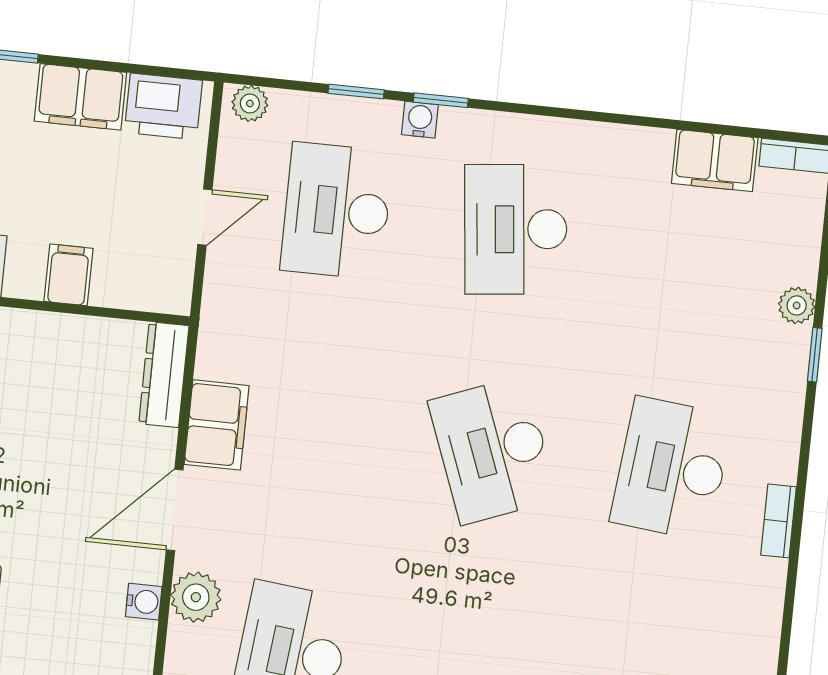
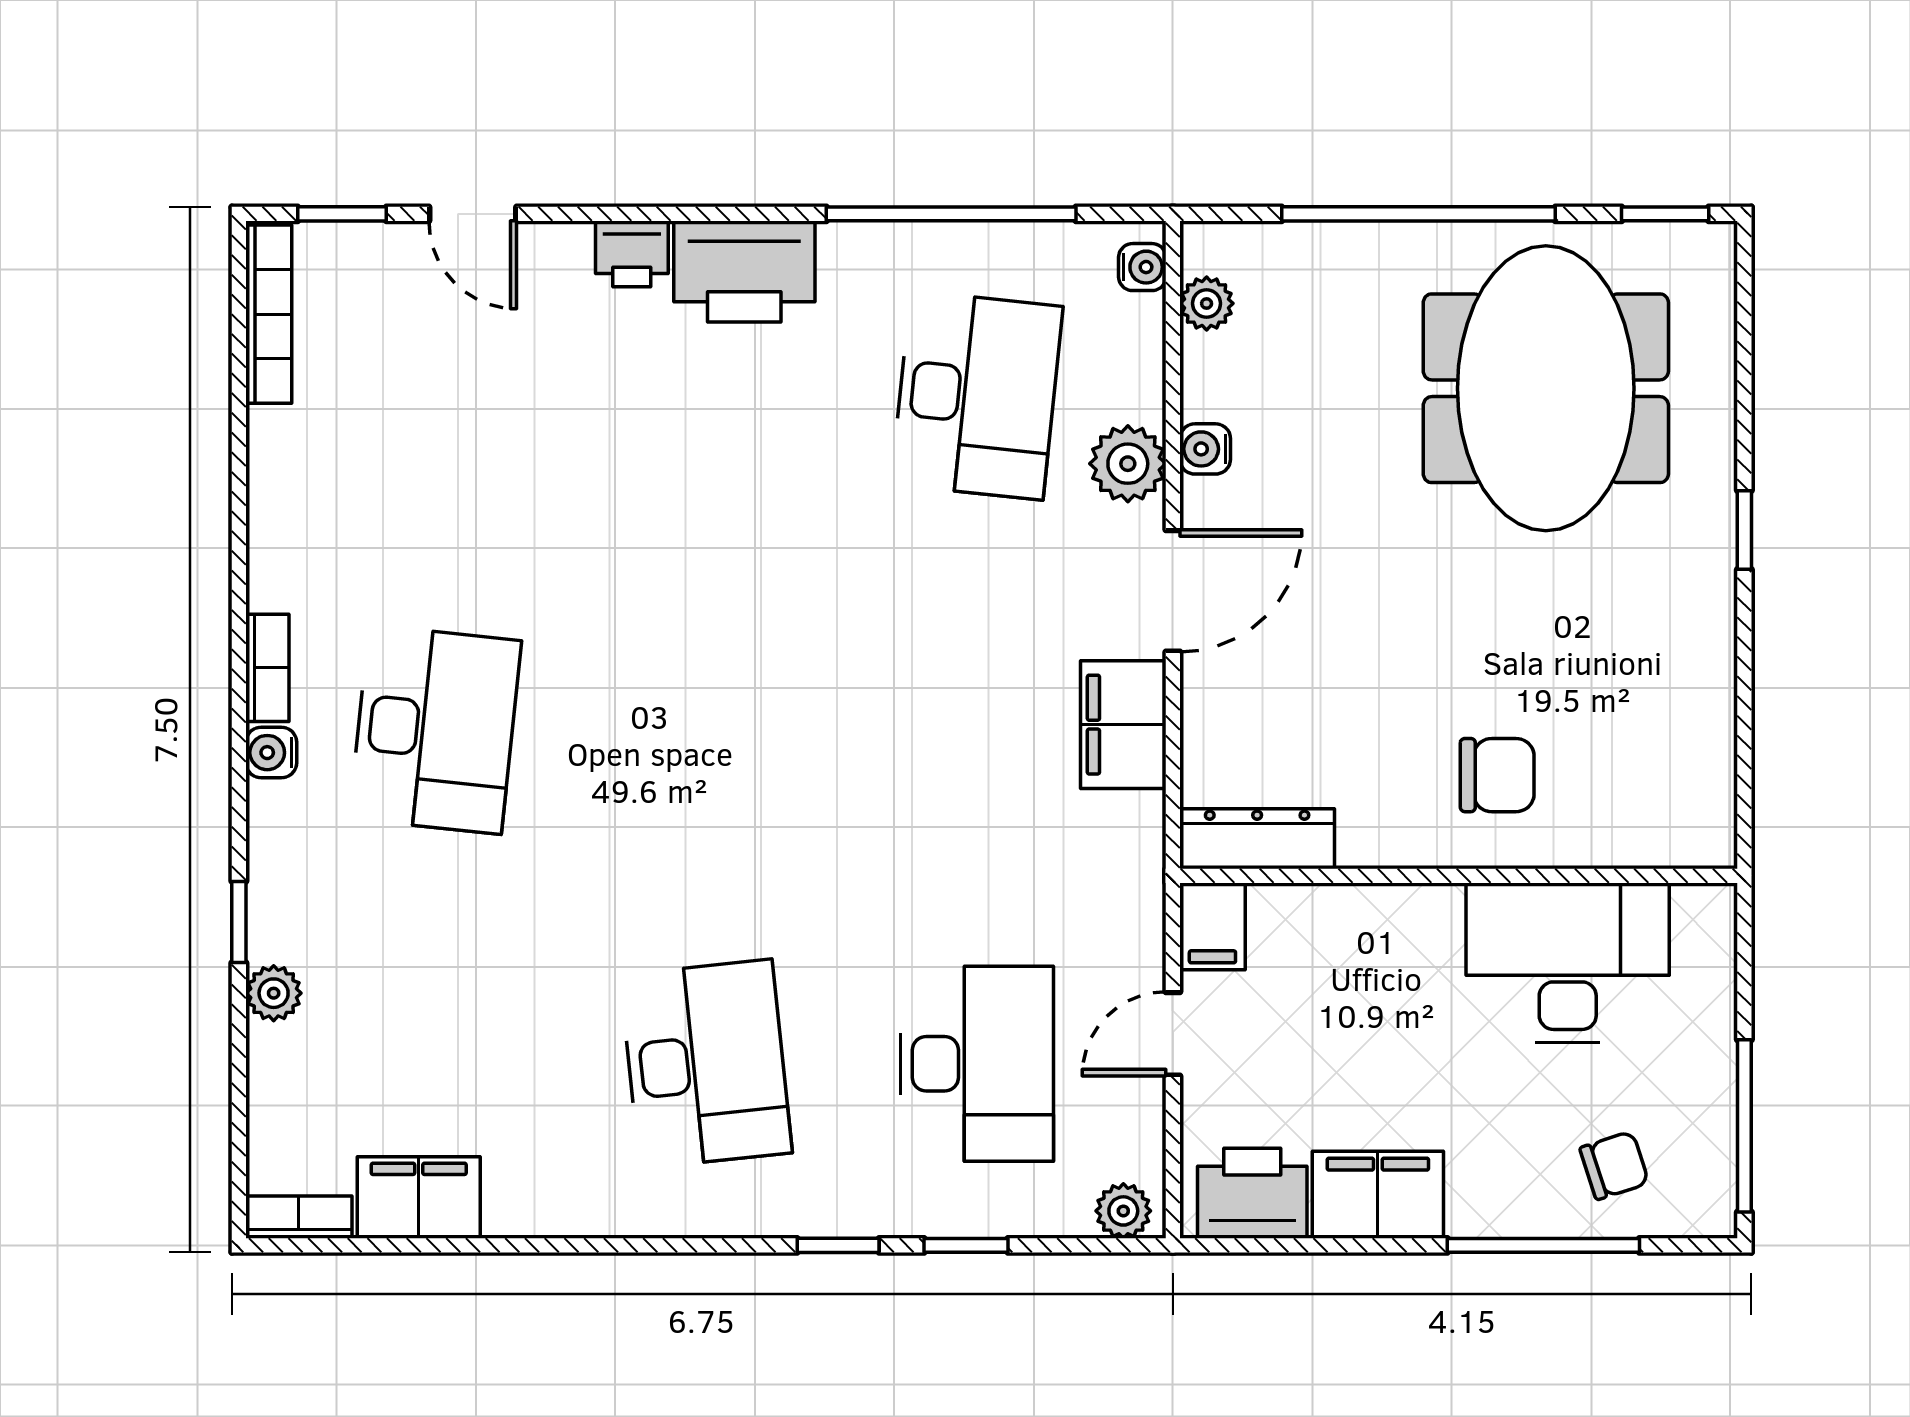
water cooler: (420, 120) -> (271, 753), moved, turned 90
filing cabinet: (68, 275) -> (1212, 926), moved
dresser: (164, 375) -> (1257, 839), moved, turned -90
desk: (493, 450) -> (706, 730), removed

